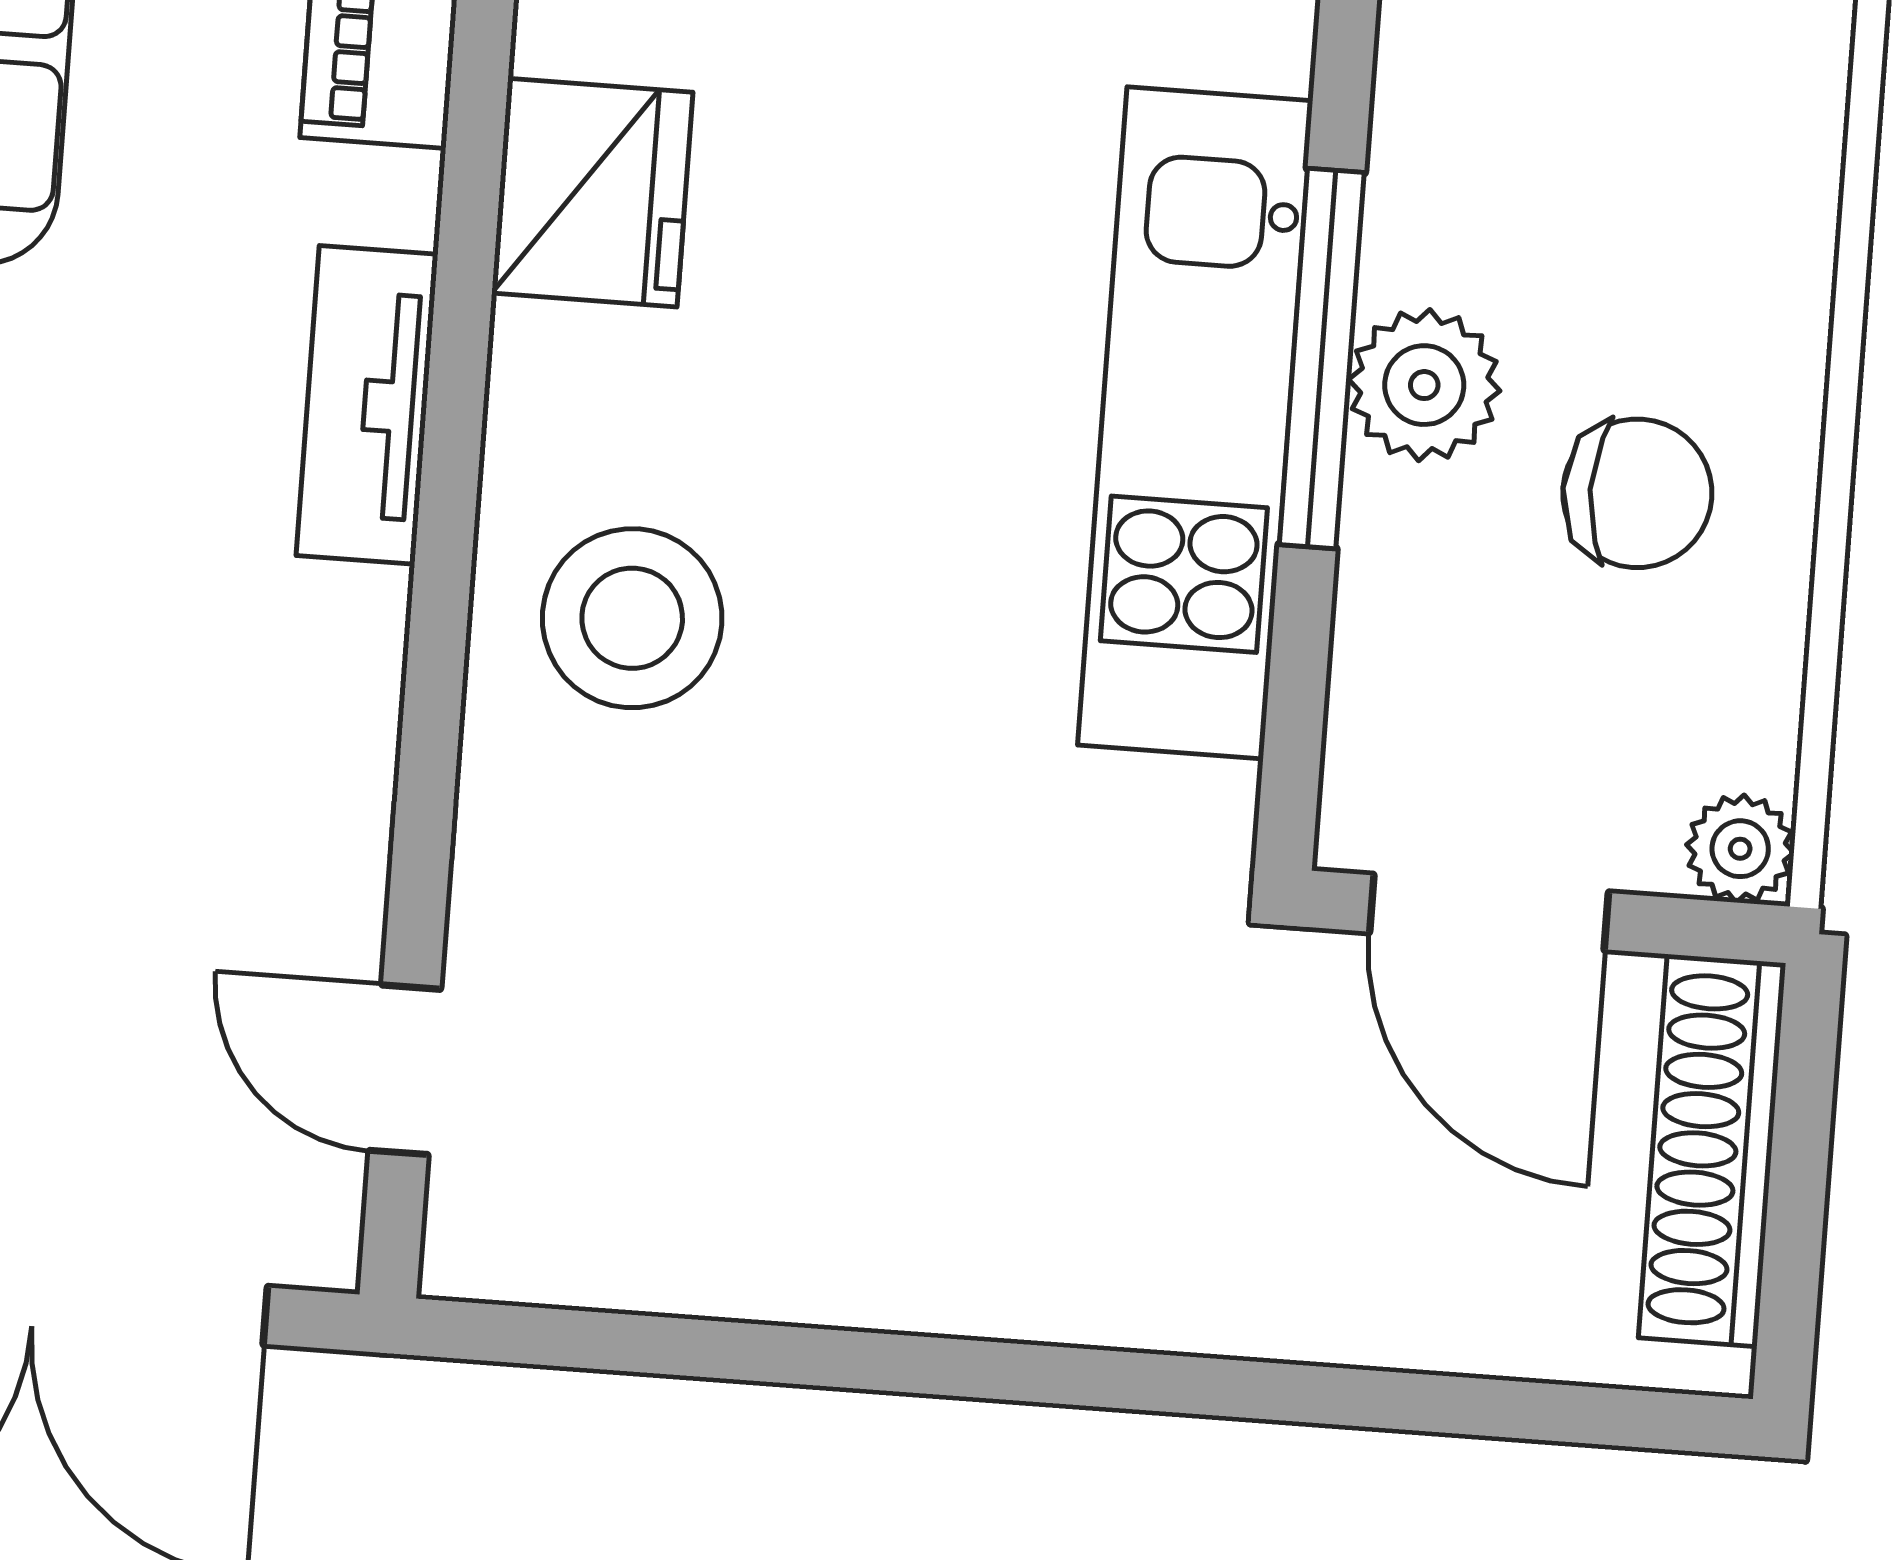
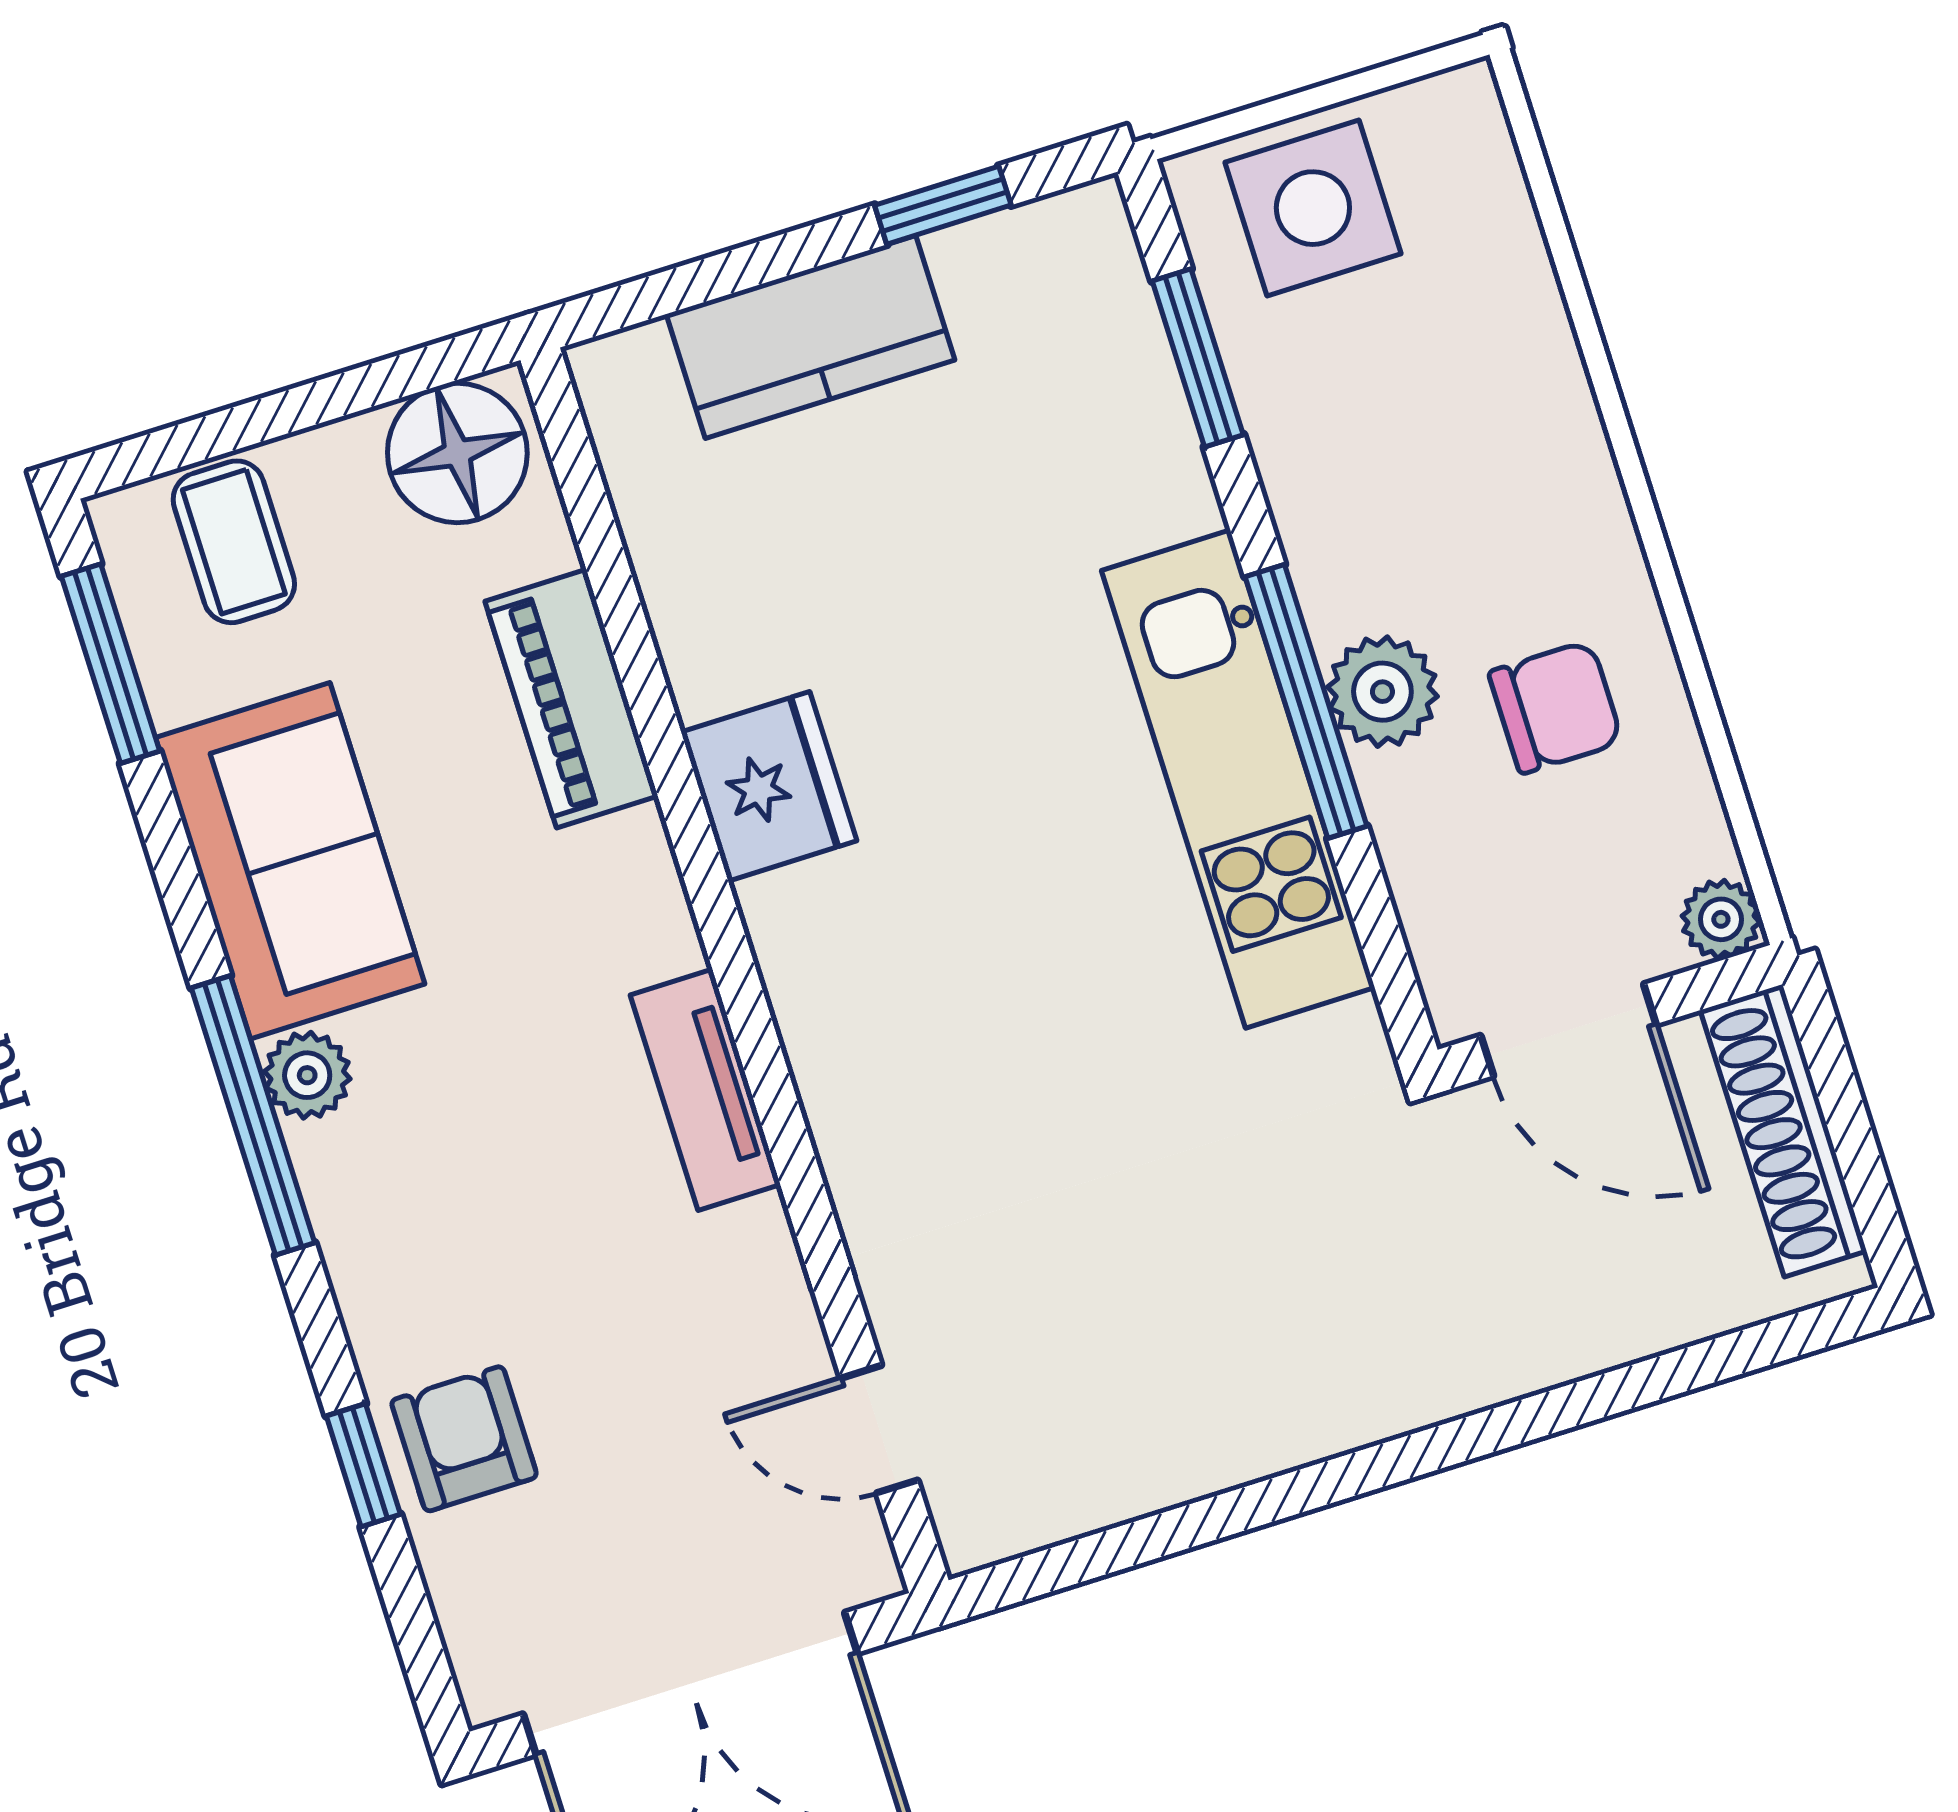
tv unit: (367, 405) -> (705, 1090), moved
stool: (632, 618) -> (911, 1063), removed

